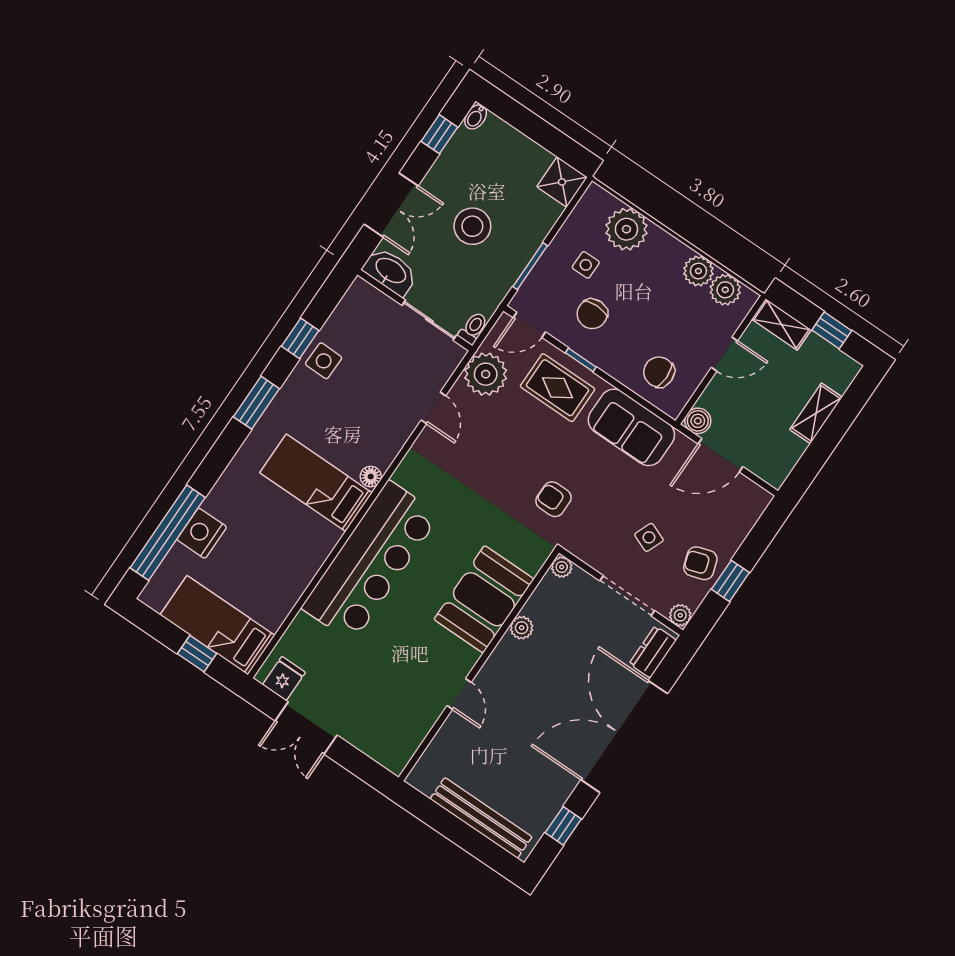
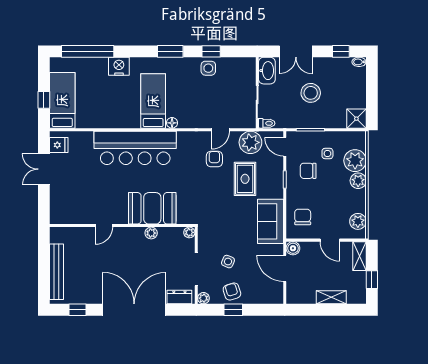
plant: (698, 271) -> (358, 181), moved
rug: (557, 388) -> (245, 179), moved
armchair: (553, 499) -> (214, 159), moved
nightstand: (202, 533) -> (119, 66), moved

